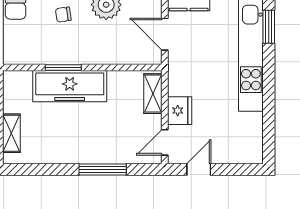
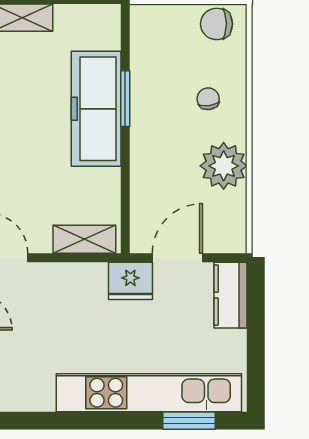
fridge: (180, 111) -> (130, 281), moved

